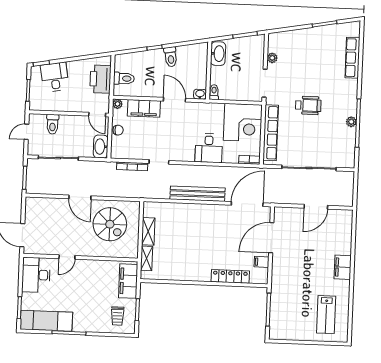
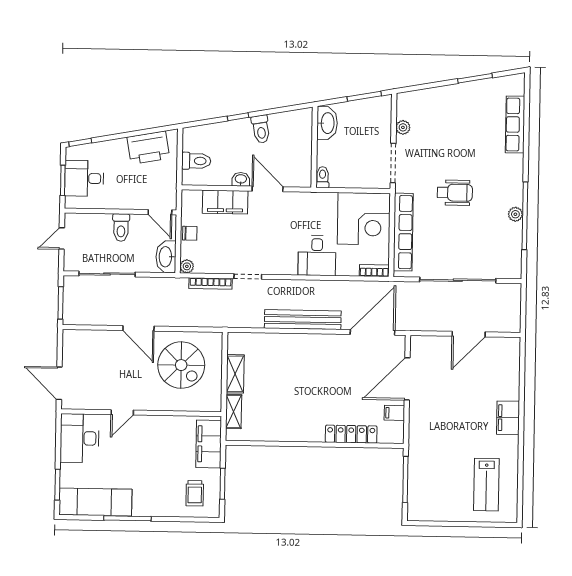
desk: (55, 77) -> (84, 178), moved, turned -80
printer: (100, 79) -> (148, 148), moved, turned -100
washbasin: (200, 94) -> (241, 179), moved
plant: (117, 104) -> (187, 266), moved
toilet: (53, 124) -> (121, 227), moved

